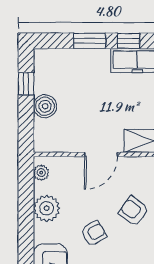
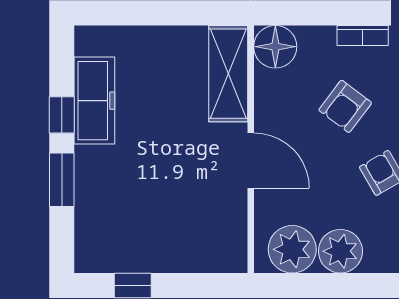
boiler: (45, 106) -> (171, 254), removed
plant: (41, 173) -> (292, 249), width x1.88, depth x1.88

